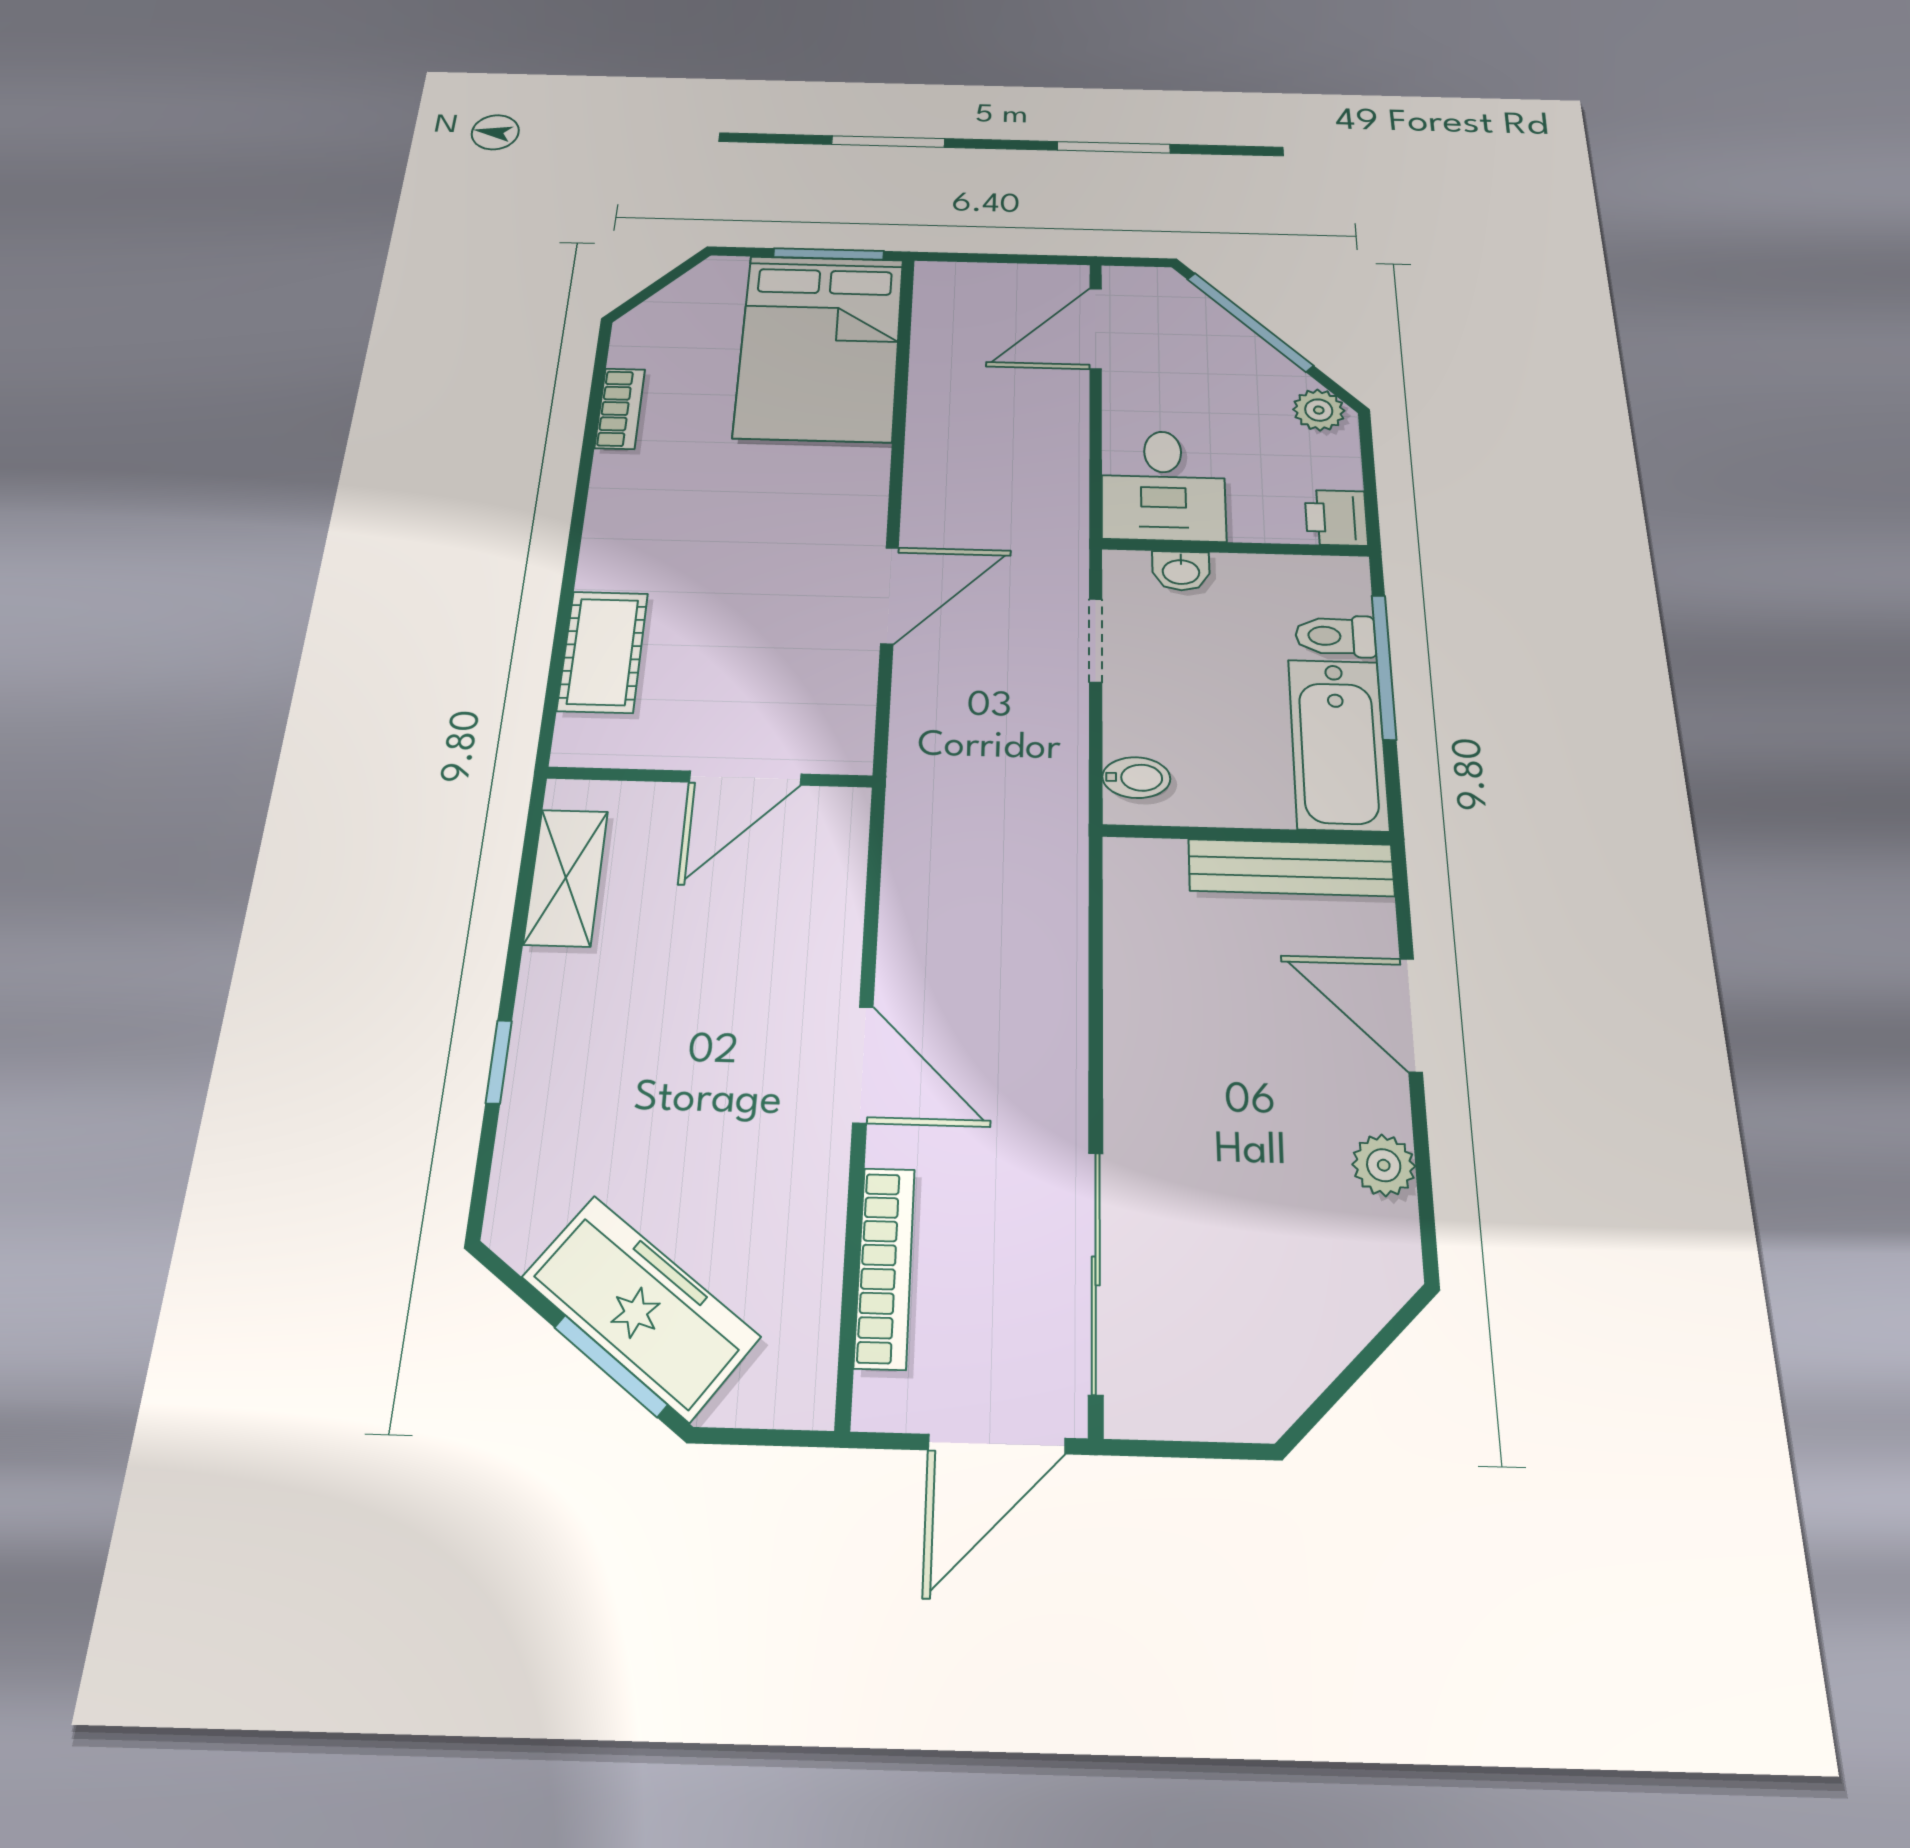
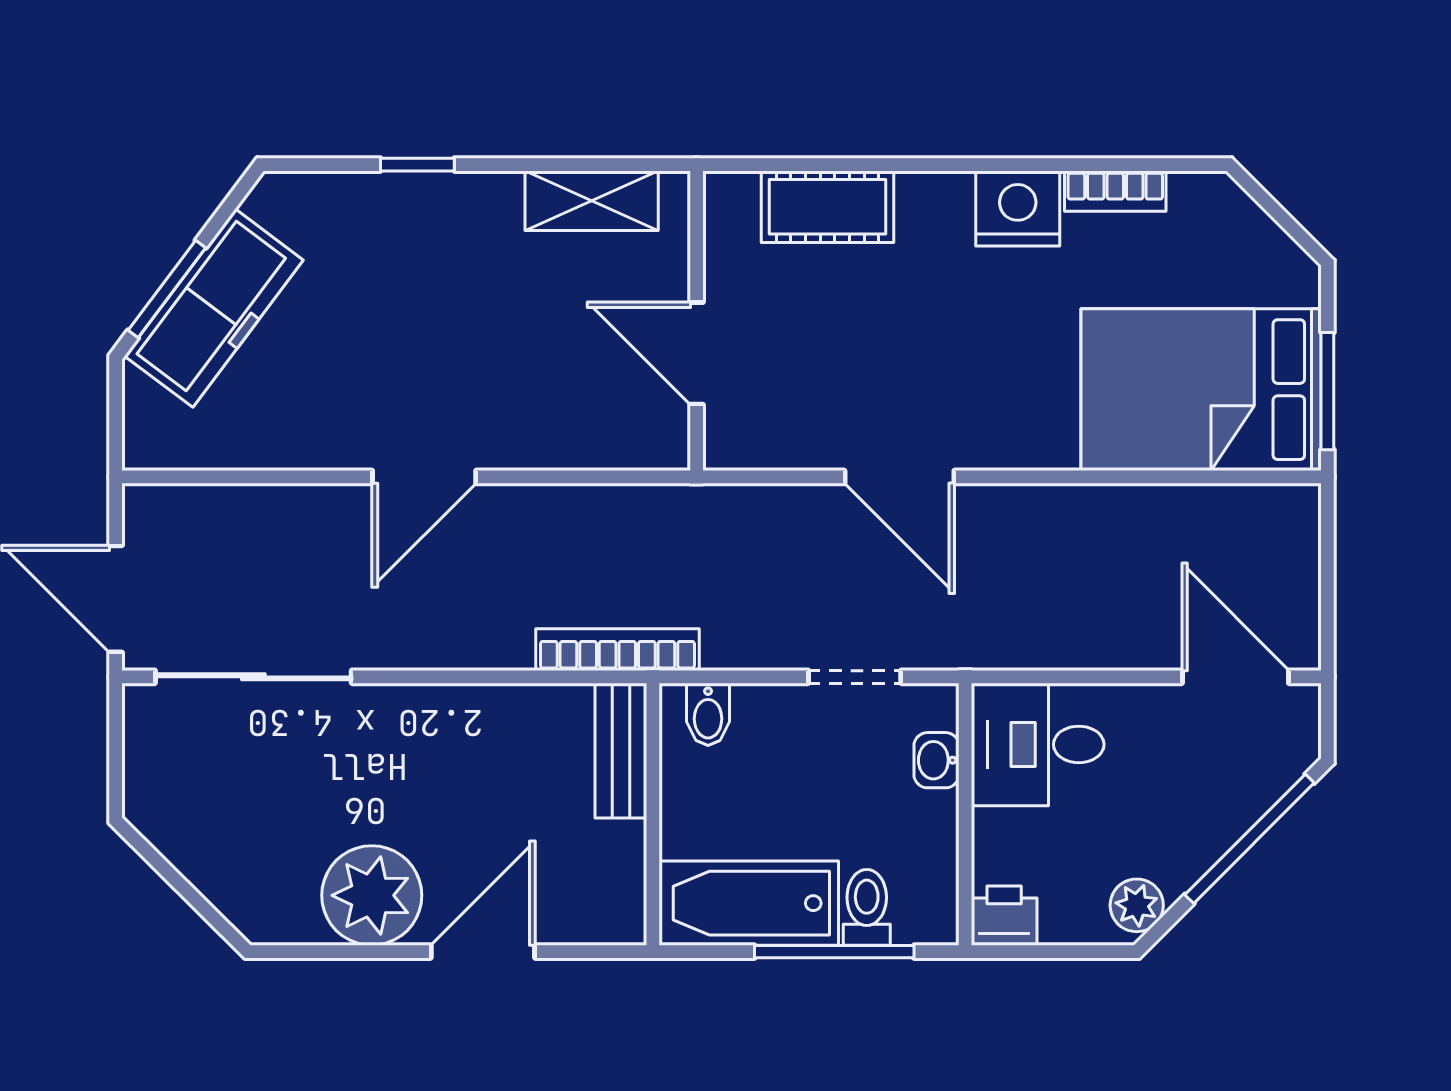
nightstand: (626, 488) -> (1018, 208), added
bench: (1291, 868) -> (621, 751), moved, width x0.73
plant: (1384, 1165) -> (372, 895), width x1.87, depth x1.87
bookcase: (885, 1267) -> (617, 650), moved, turned 180

